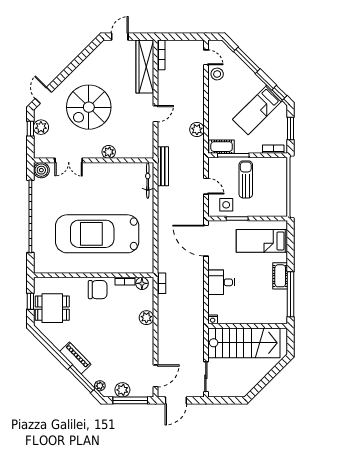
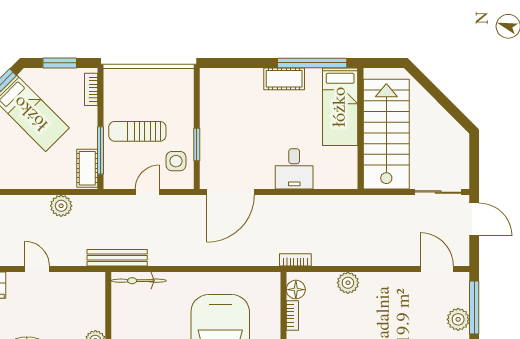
bed: (262, 241) -> (340, 107), moved
nightstand: (213, 319) -> (351, 182), removed
door: (176, 400) -> (474, 219), moved

